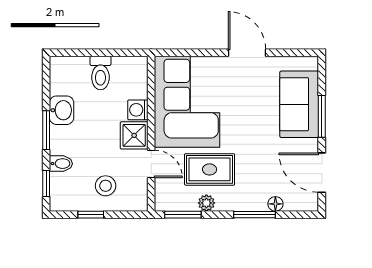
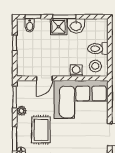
shower: (134, 135) -> (58, 27), moved
bidet: (61, 164) -> (30, 25), moved
rug: (210, 169) -> (41, 130), moved
stool: (106, 186) -> (95, 66), moved

